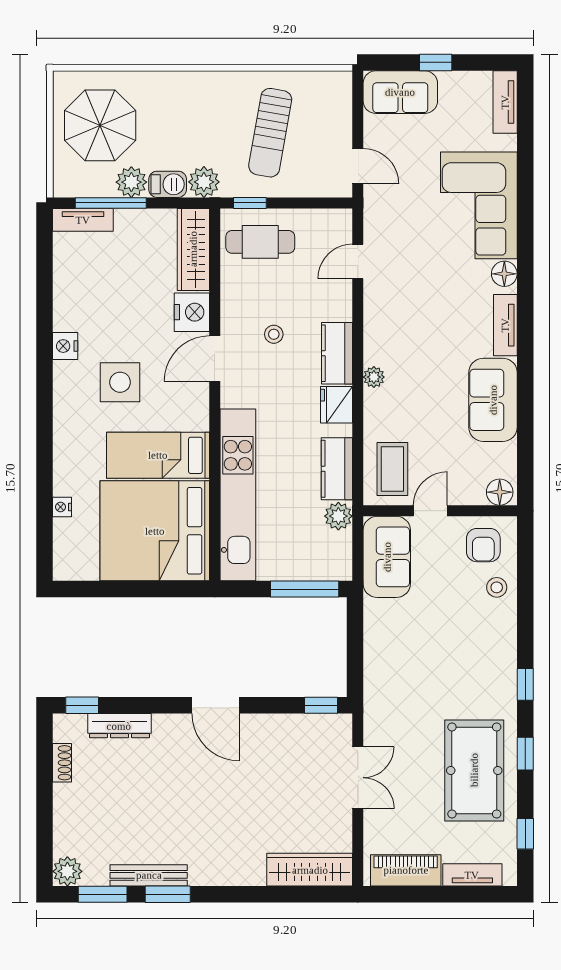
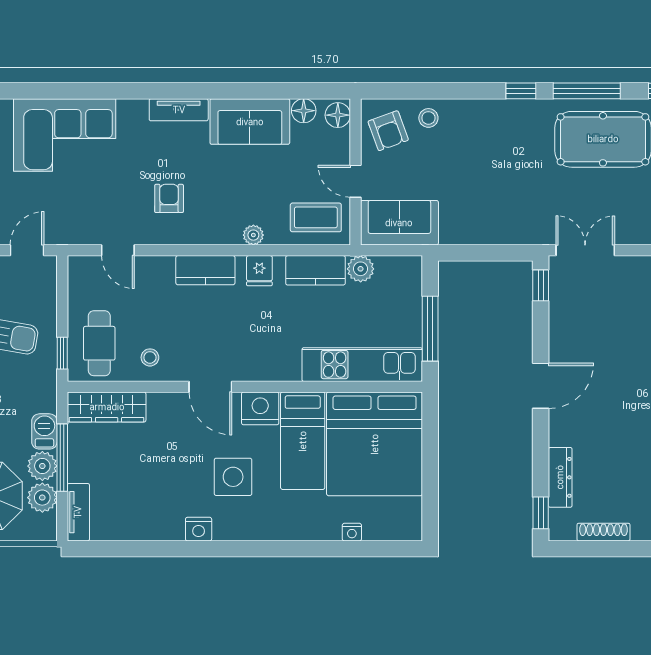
plant: (204, 182) -> (42, 498), moved
window: (111, 203) -> (62, 458), moved
floor lamp: (504, 274) -> (304, 111), moved
nightstand: (192, 312) -> (260, 408), moved
armchair: (412, 315) -> (169, 198), added
stool: (274, 334) -> (150, 357), moved
plant: (374, 377) -> (253, 235), moved
fridge: (336, 405) -> (259, 271), width x0.72
kitchen unit: (238, 495) -> (362, 365), width x0.73
armchair: (483, 545) -> (388, 131), turned 70
window: (305, 589) -> (430, 329), moved
window: (525, 754) -> (587, 91), width x2.17
shoe rack: (62, 763) -> (603, 532), width x1.43
double door: (358, 778) -> (585, 250), moved

